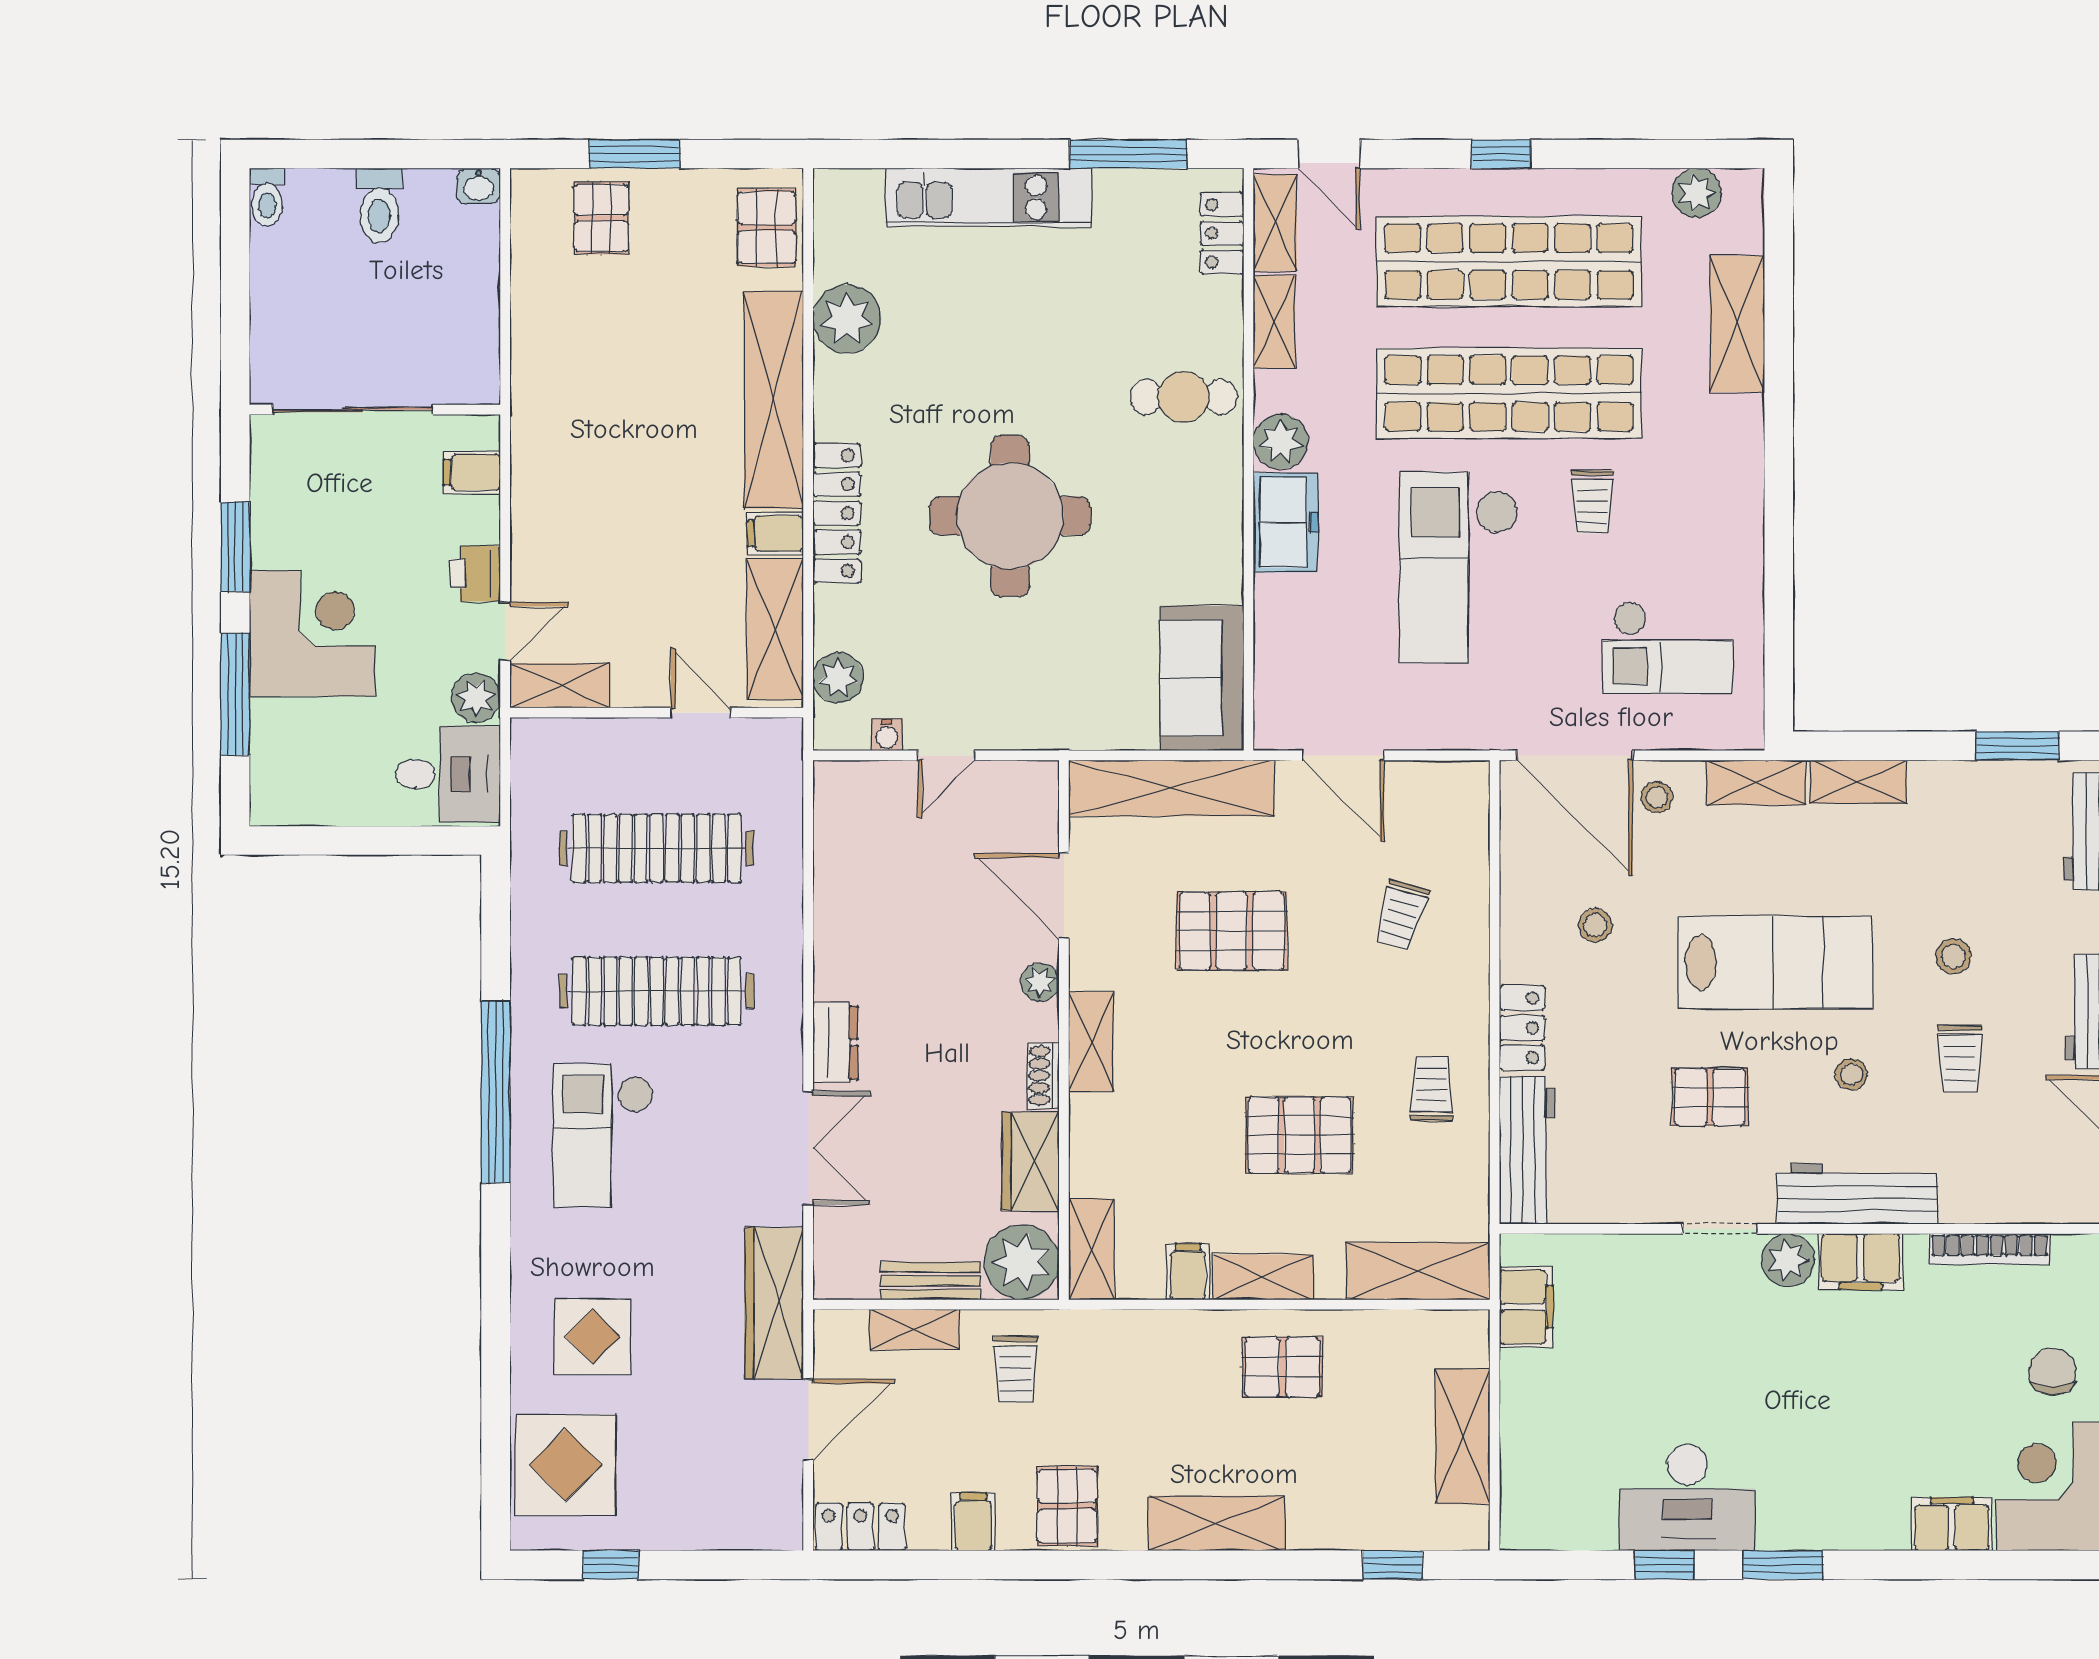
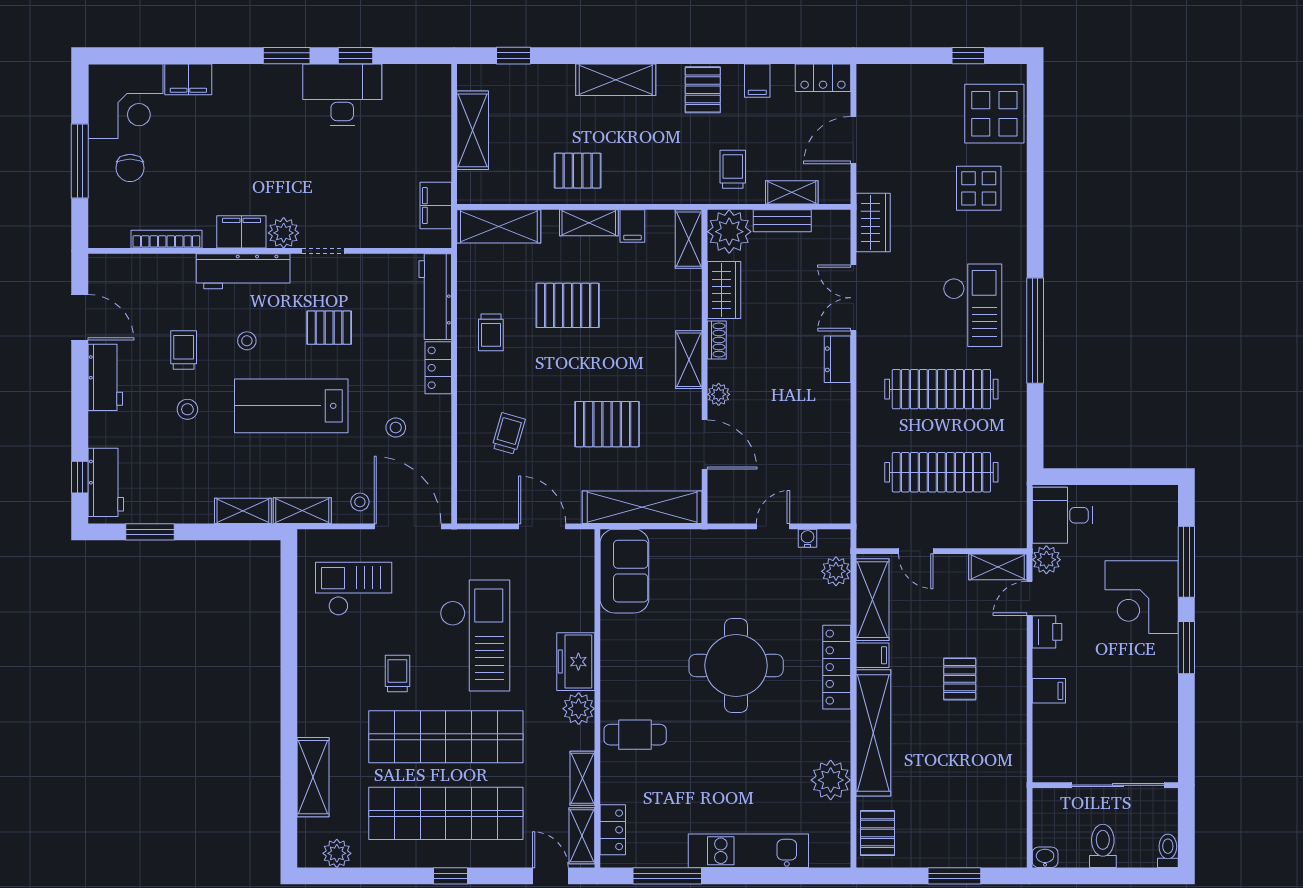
pallet: (601, 218) -> (960, 679), moved
sliding door: (353, 410) -> (1118, 785), moved
wall: (375, 410) -> (1105, 785), moved
wardrobe: (774, 1303) -> (873, 222), width x0.67

